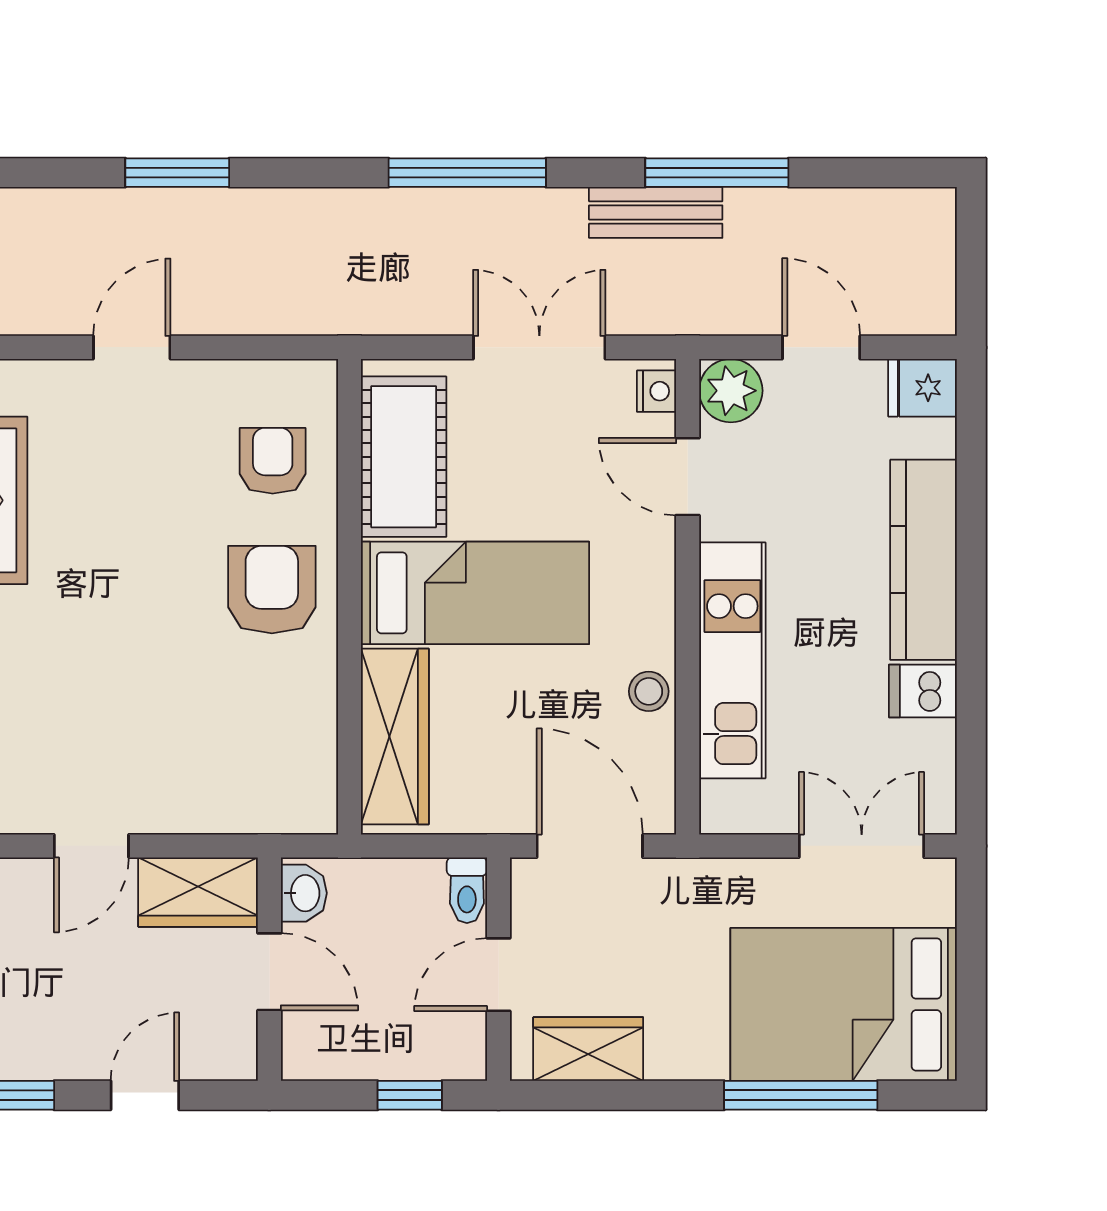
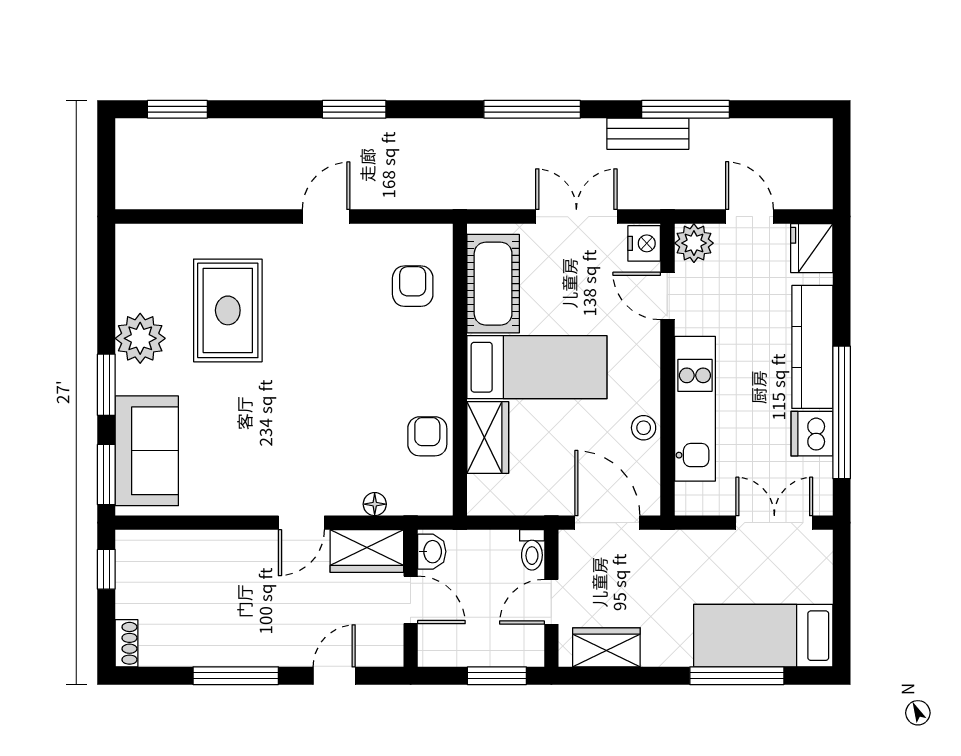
fridge: (923, 388) -> (812, 248), width x1.38
nightstand: (657, 391) -> (644, 243), width x1.39, depth x1.35
armchair: (272, 590) -> (427, 436), moved, width x0.72, depth x0.72
window: (971, 666) -> (842, 412), added
dishwasher: (923, 691) -> (812, 434), width x1.38
wardrobe: (395, 736) -> (488, 437), width x0.67
floor lamp: (211, 816) -> (375, 504), added
bed: (844, 1004) -> (763, 636), width x0.67
window: (410, 1095) -> (497, 676), width x1.50

